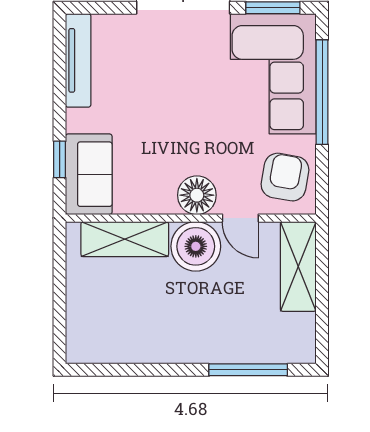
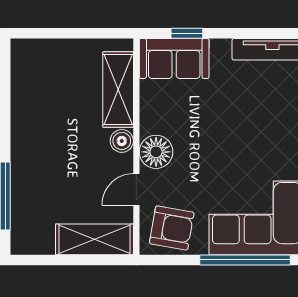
boiler: (196, 246) -> (122, 141), width x0.54, depth x0.54

